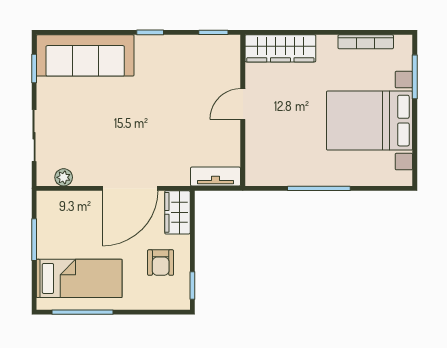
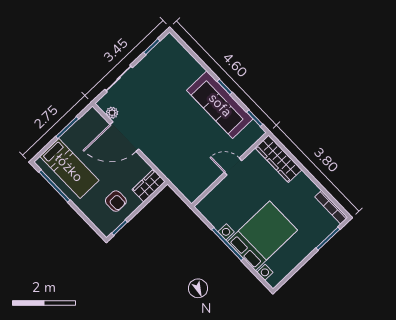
bookcase: (366, 42) -> (331, 207), moved
sofa: (85, 55) -> (220, 105), moved
bed with nightstands: (370, 121) -> (262, 236), moved, turned 90
tv unit: (215, 177) -> (184, 187), removed
door: (130, 188) -> (124, 137), moved
armchair: (161, 263) -> (116, 201), turned -90

